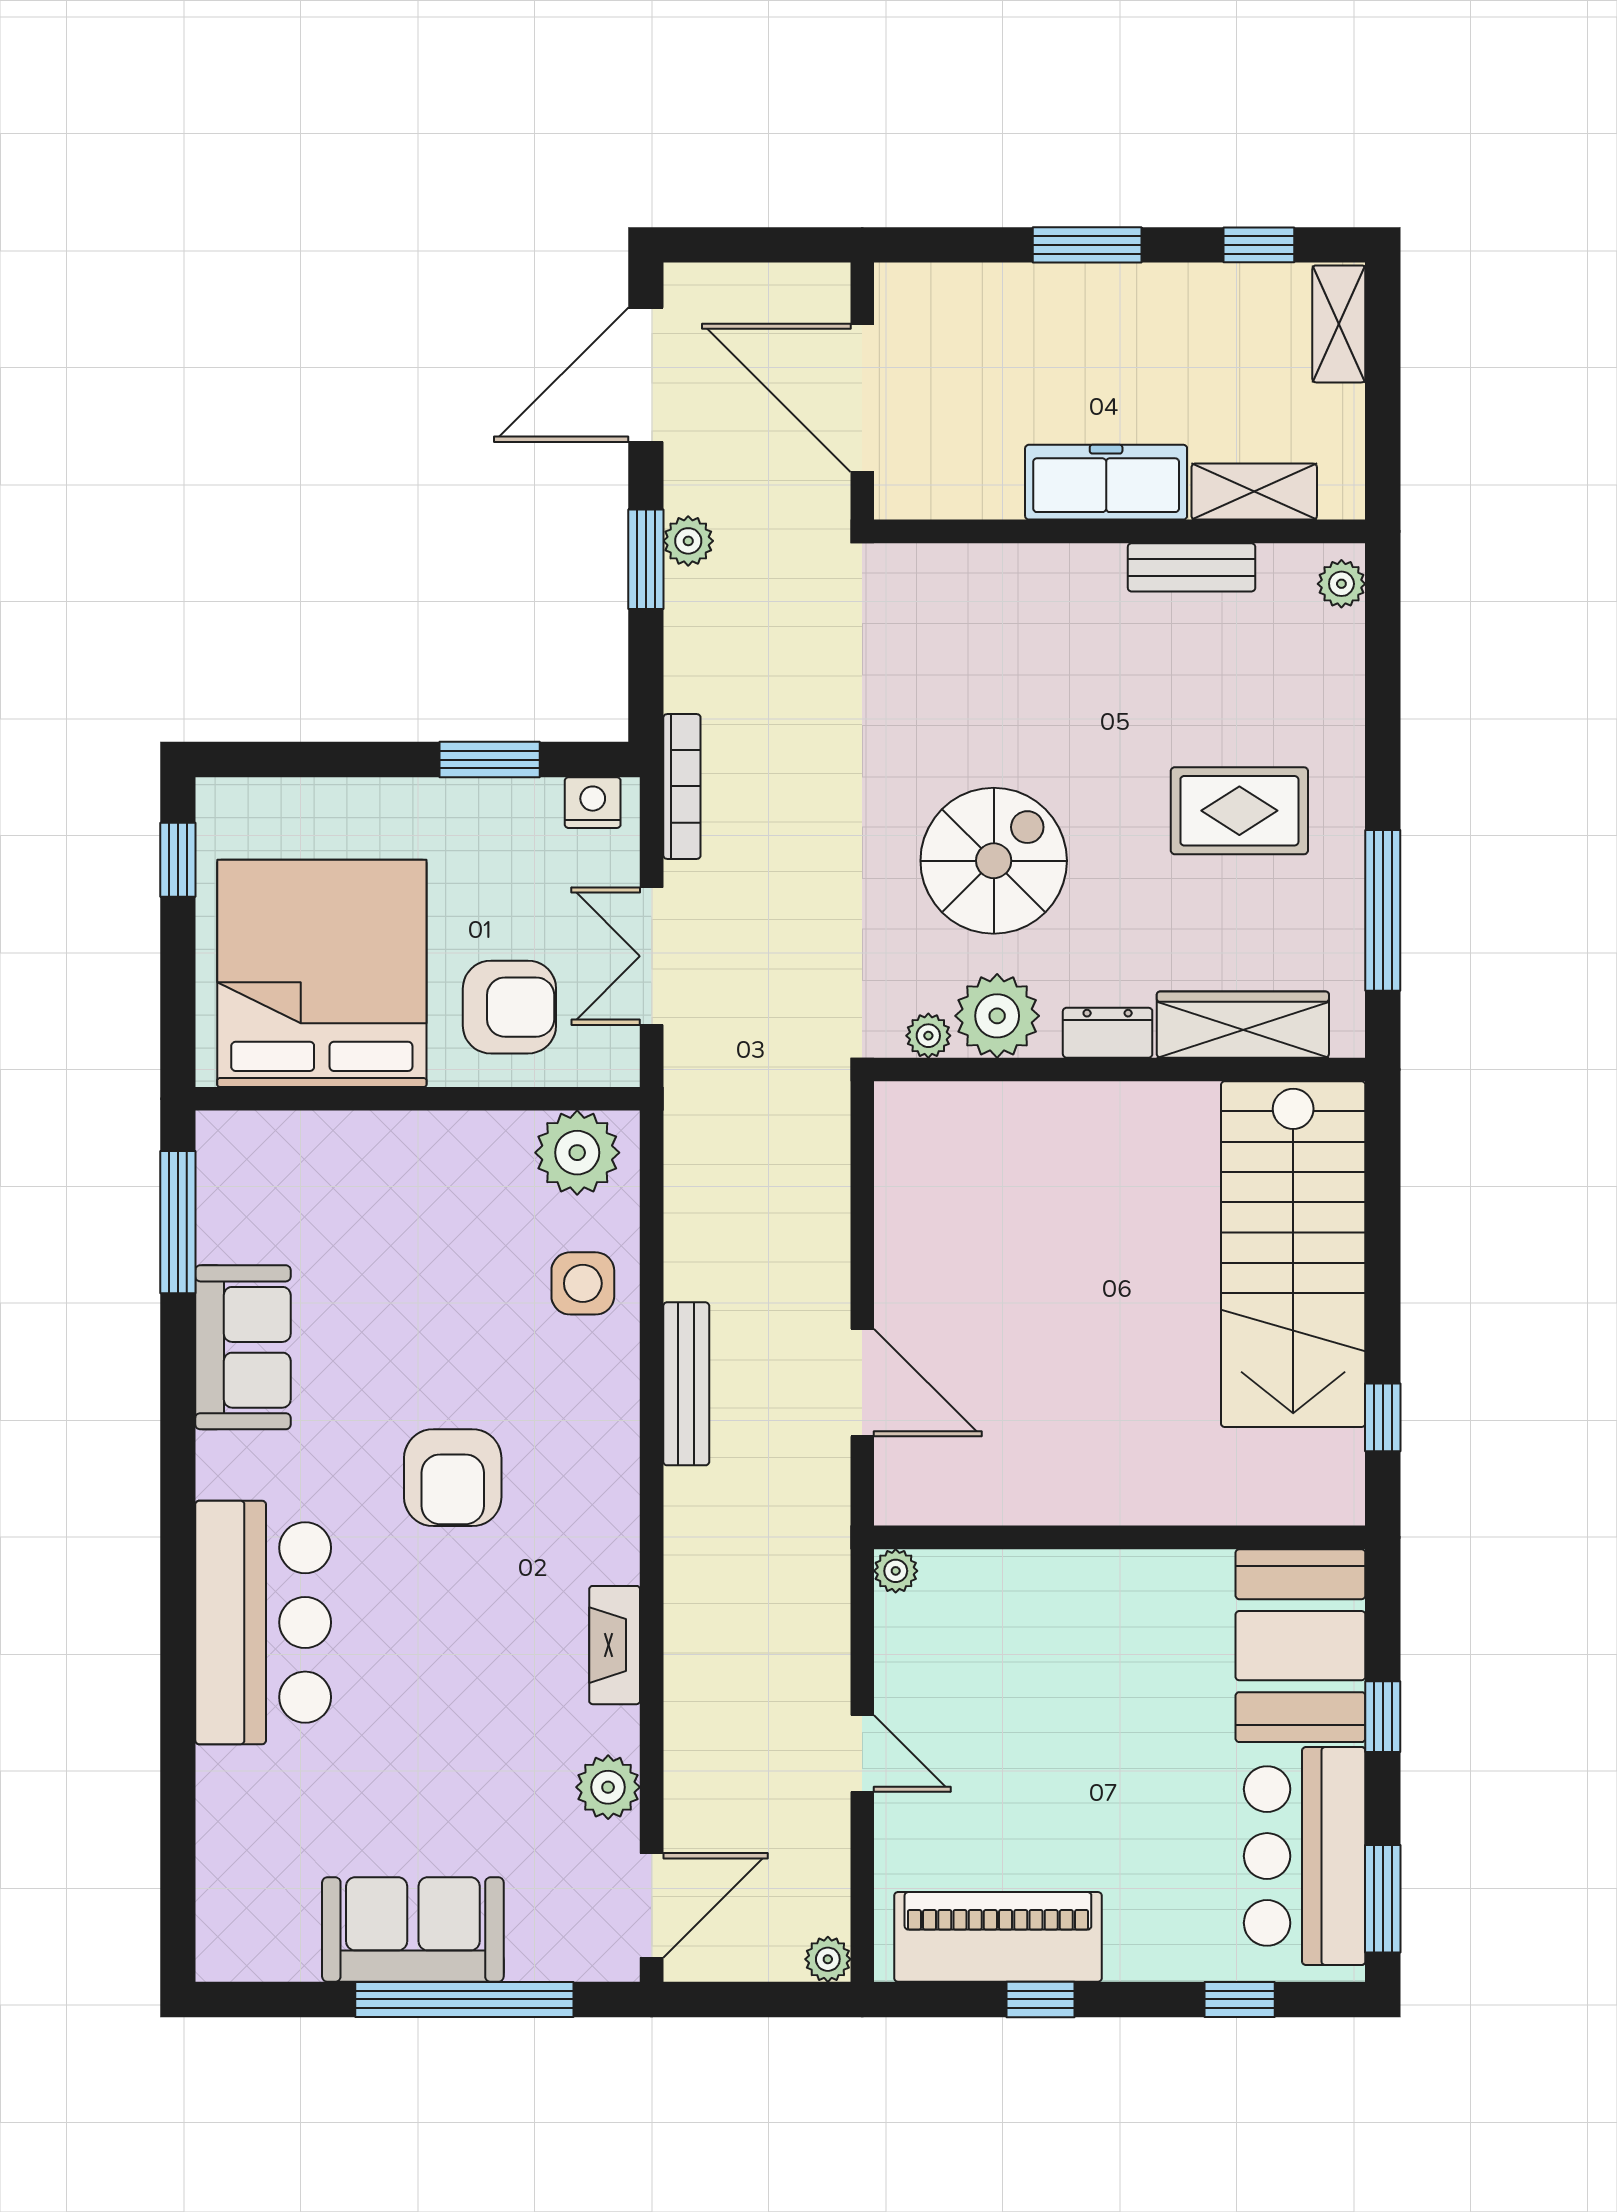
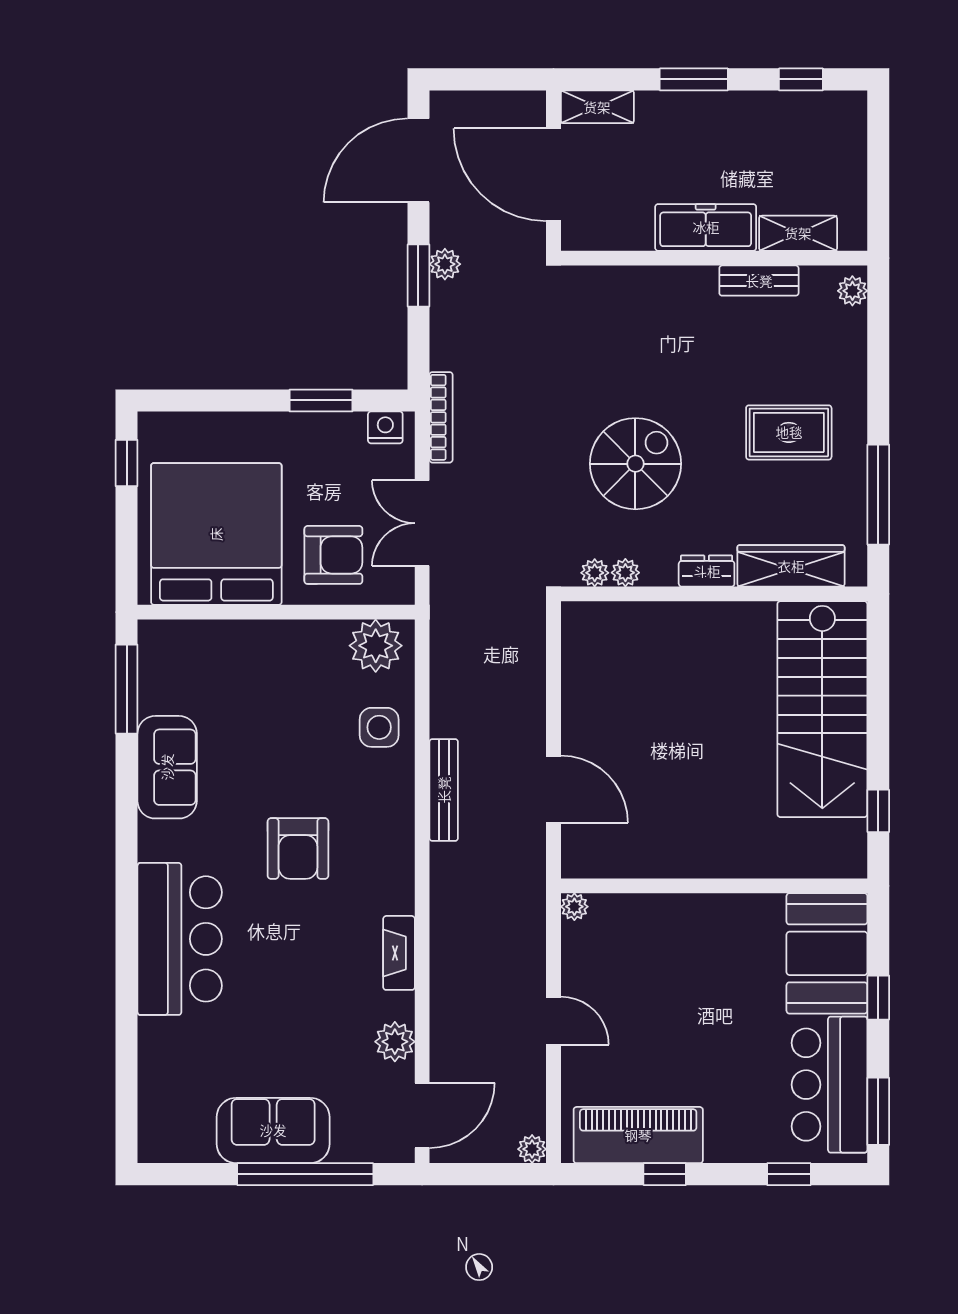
shelving: (1339, 324) -> (597, 107), moved, turned 90
plant: (997, 1016) -> (625, 573), width x0.53, depth x0.53

